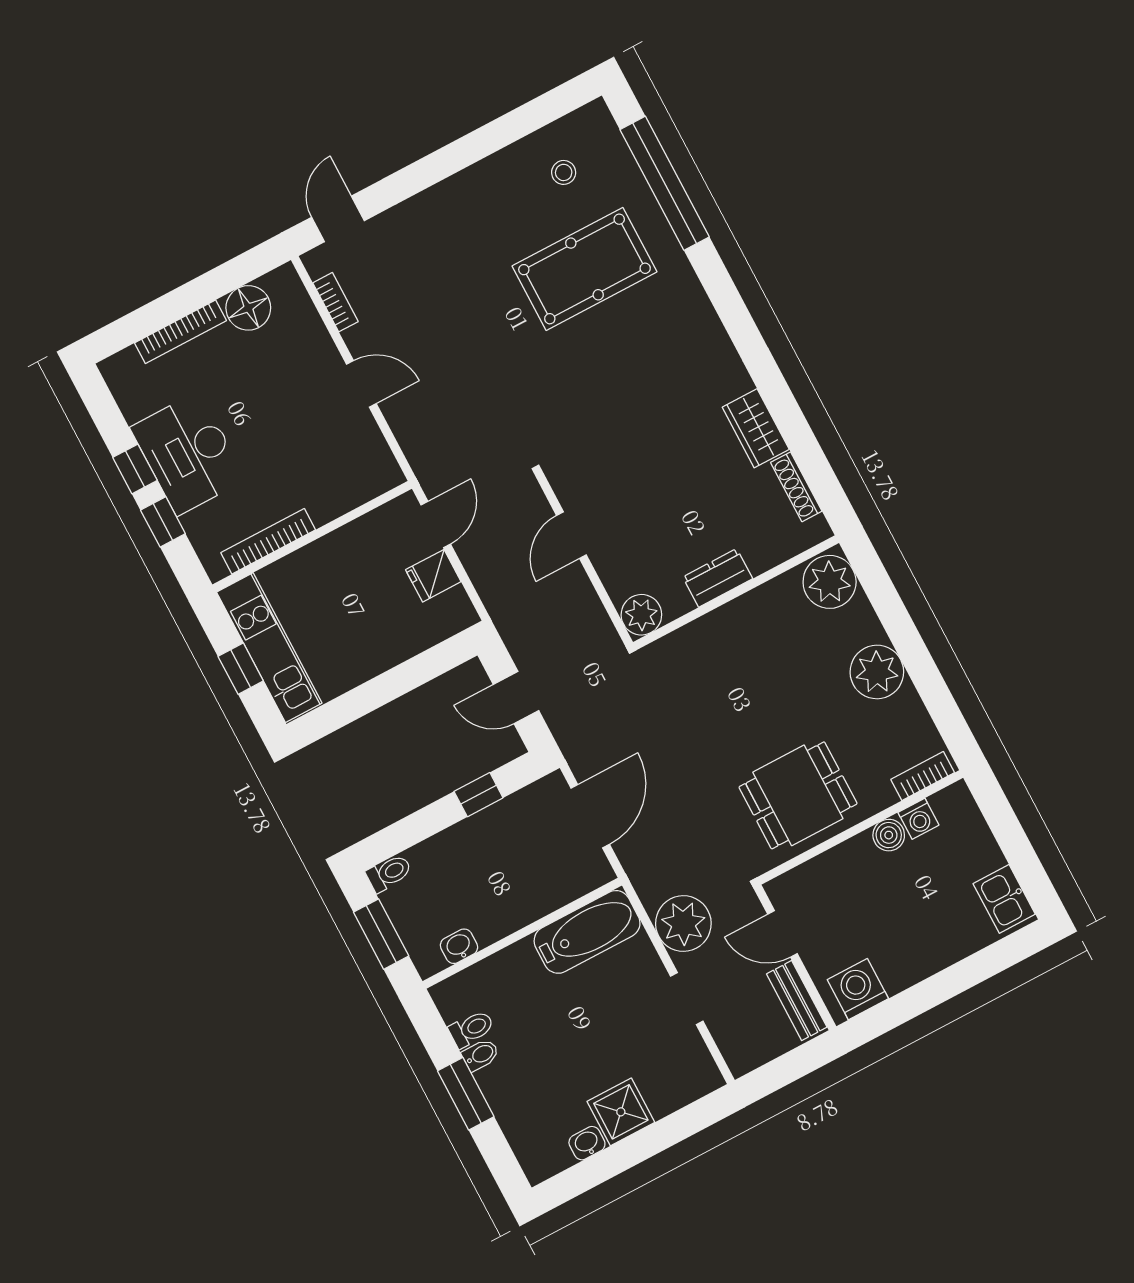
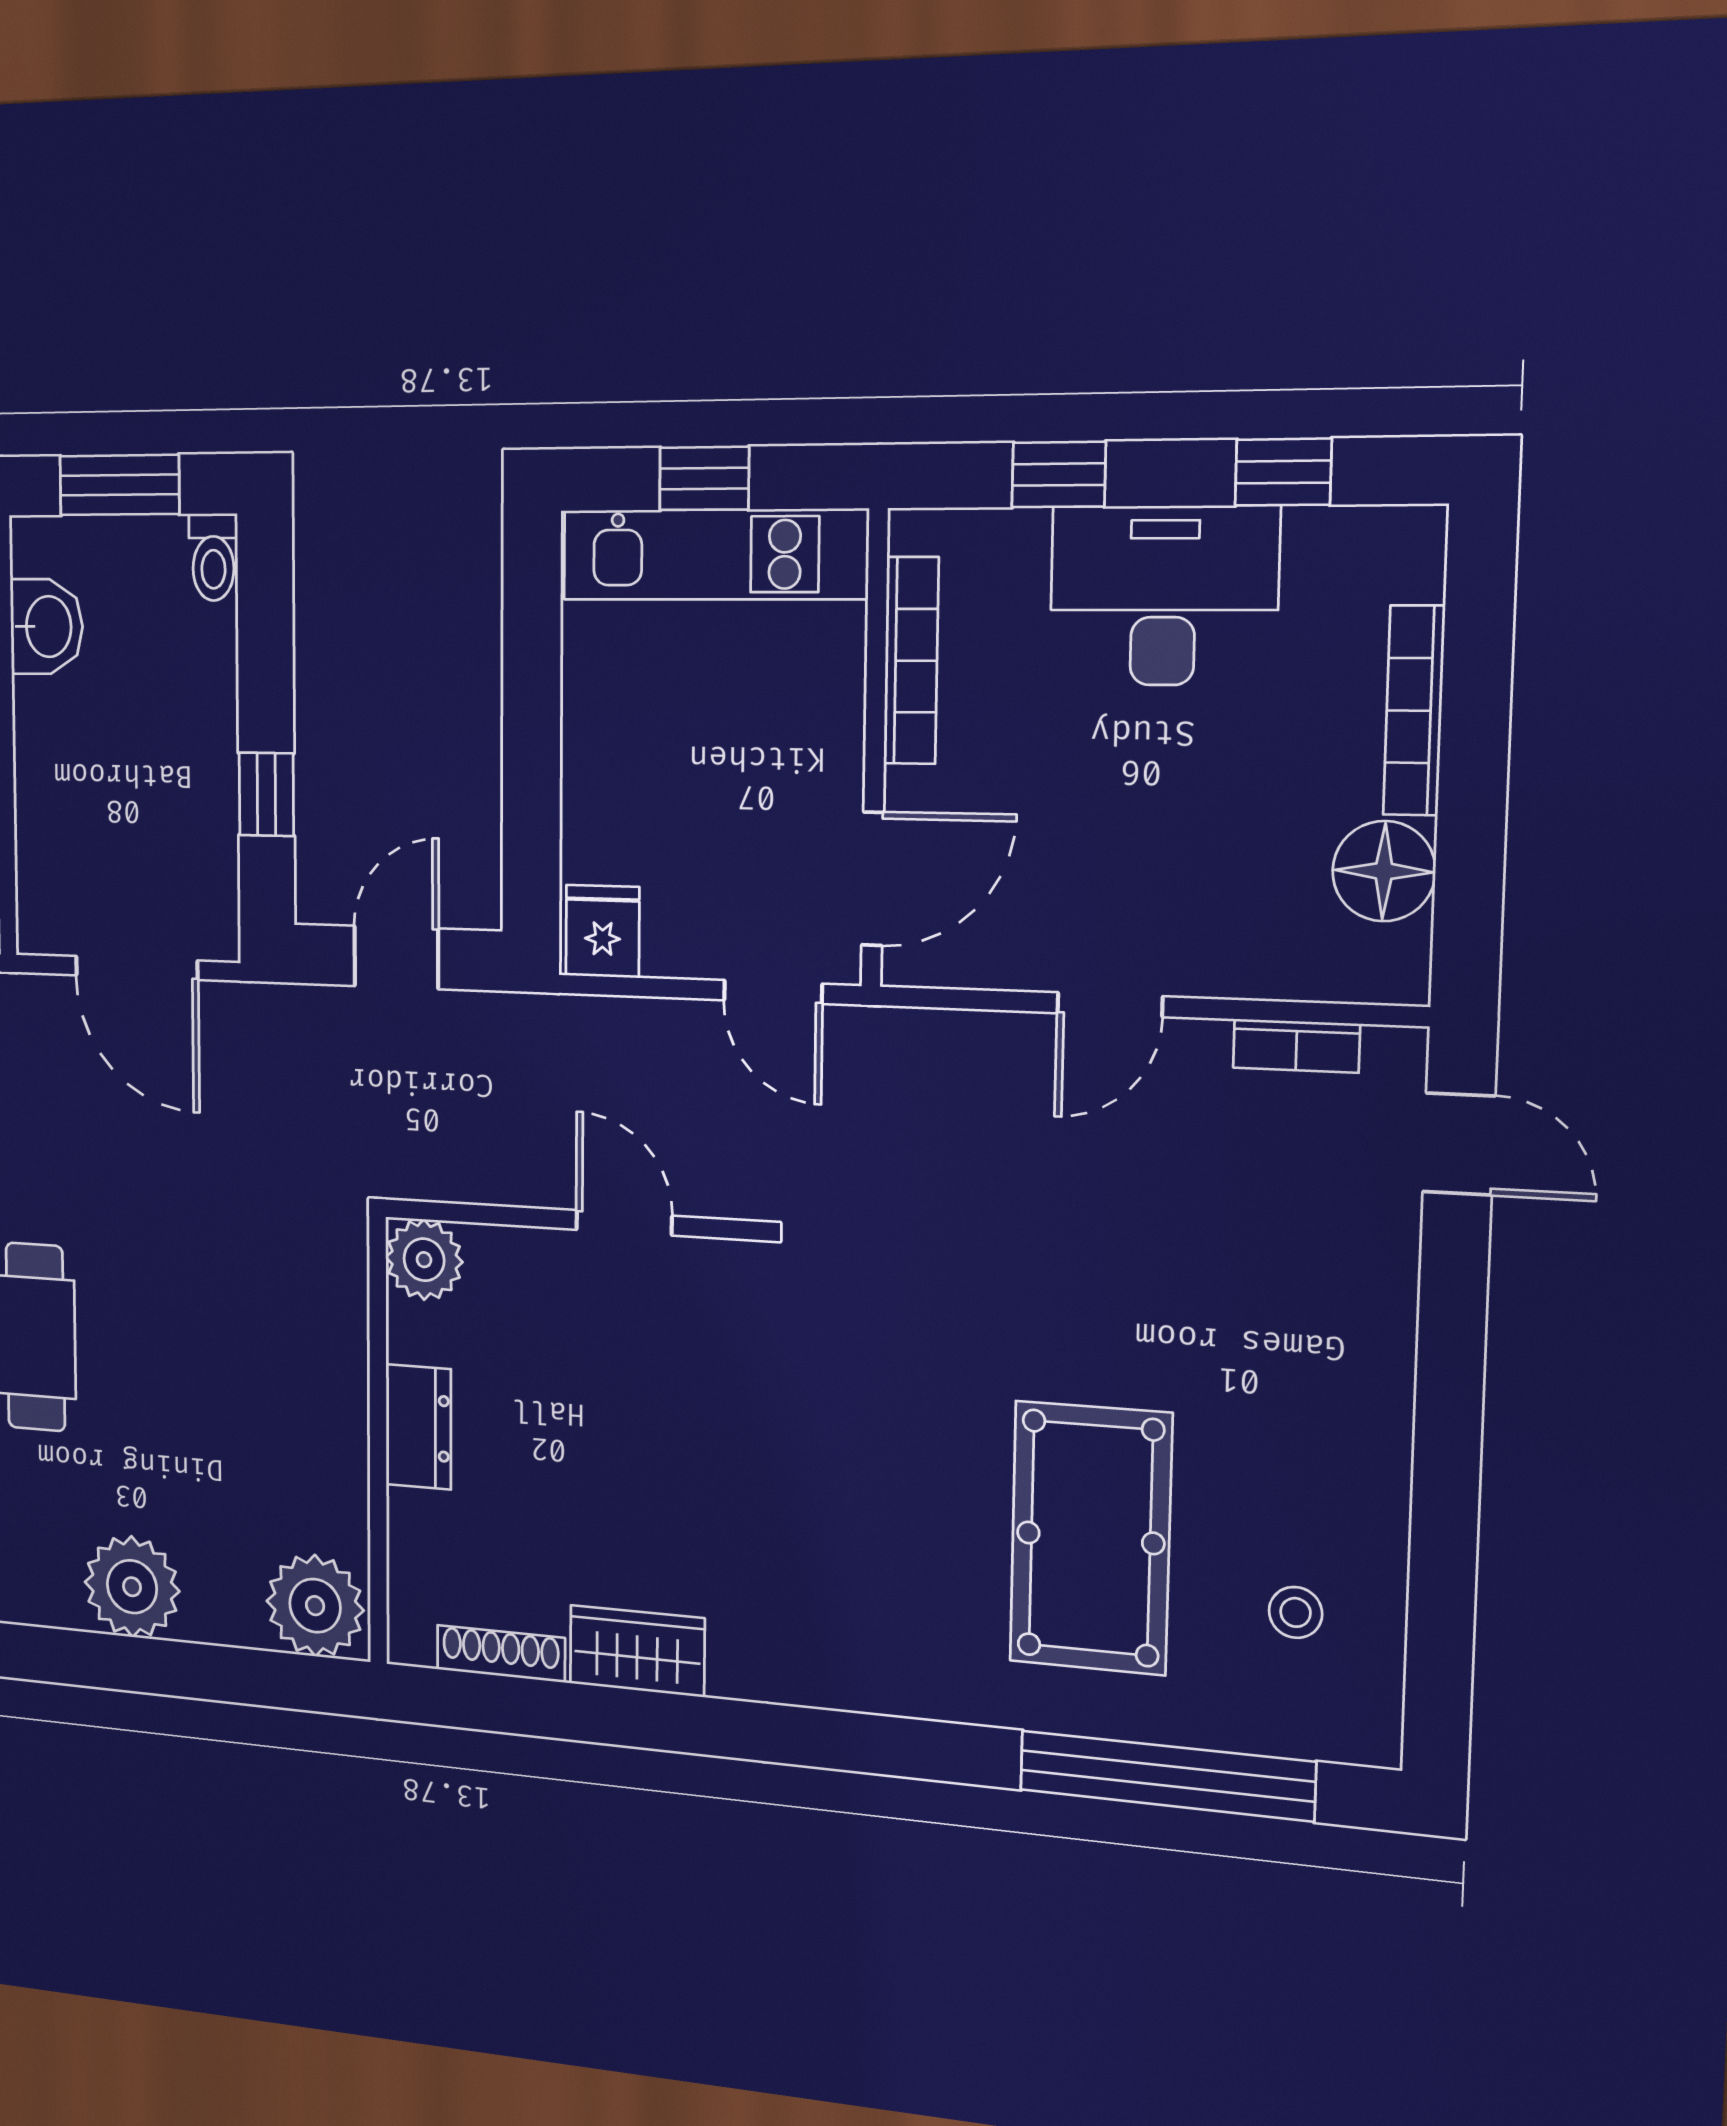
window: (135, 469) -> (1283, 472), moved
door: (365, 508) -> (873, 879), added
fridge: (433, 576) -> (603, 931), moved
washbasin: (459, 946) -> (47, 627), width x1.38, depth x1.45

